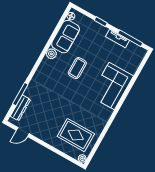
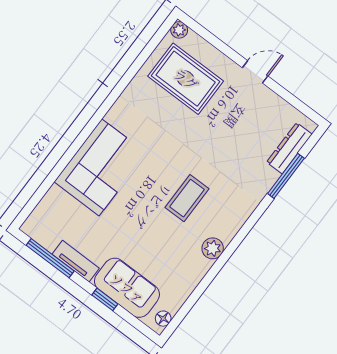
sofa: (66, 37) -> (127, 288), moved, turned 90
coffee table: (77, 68) -> (187, 198), moved
door: (23, 132) -> (255, 72), moved

